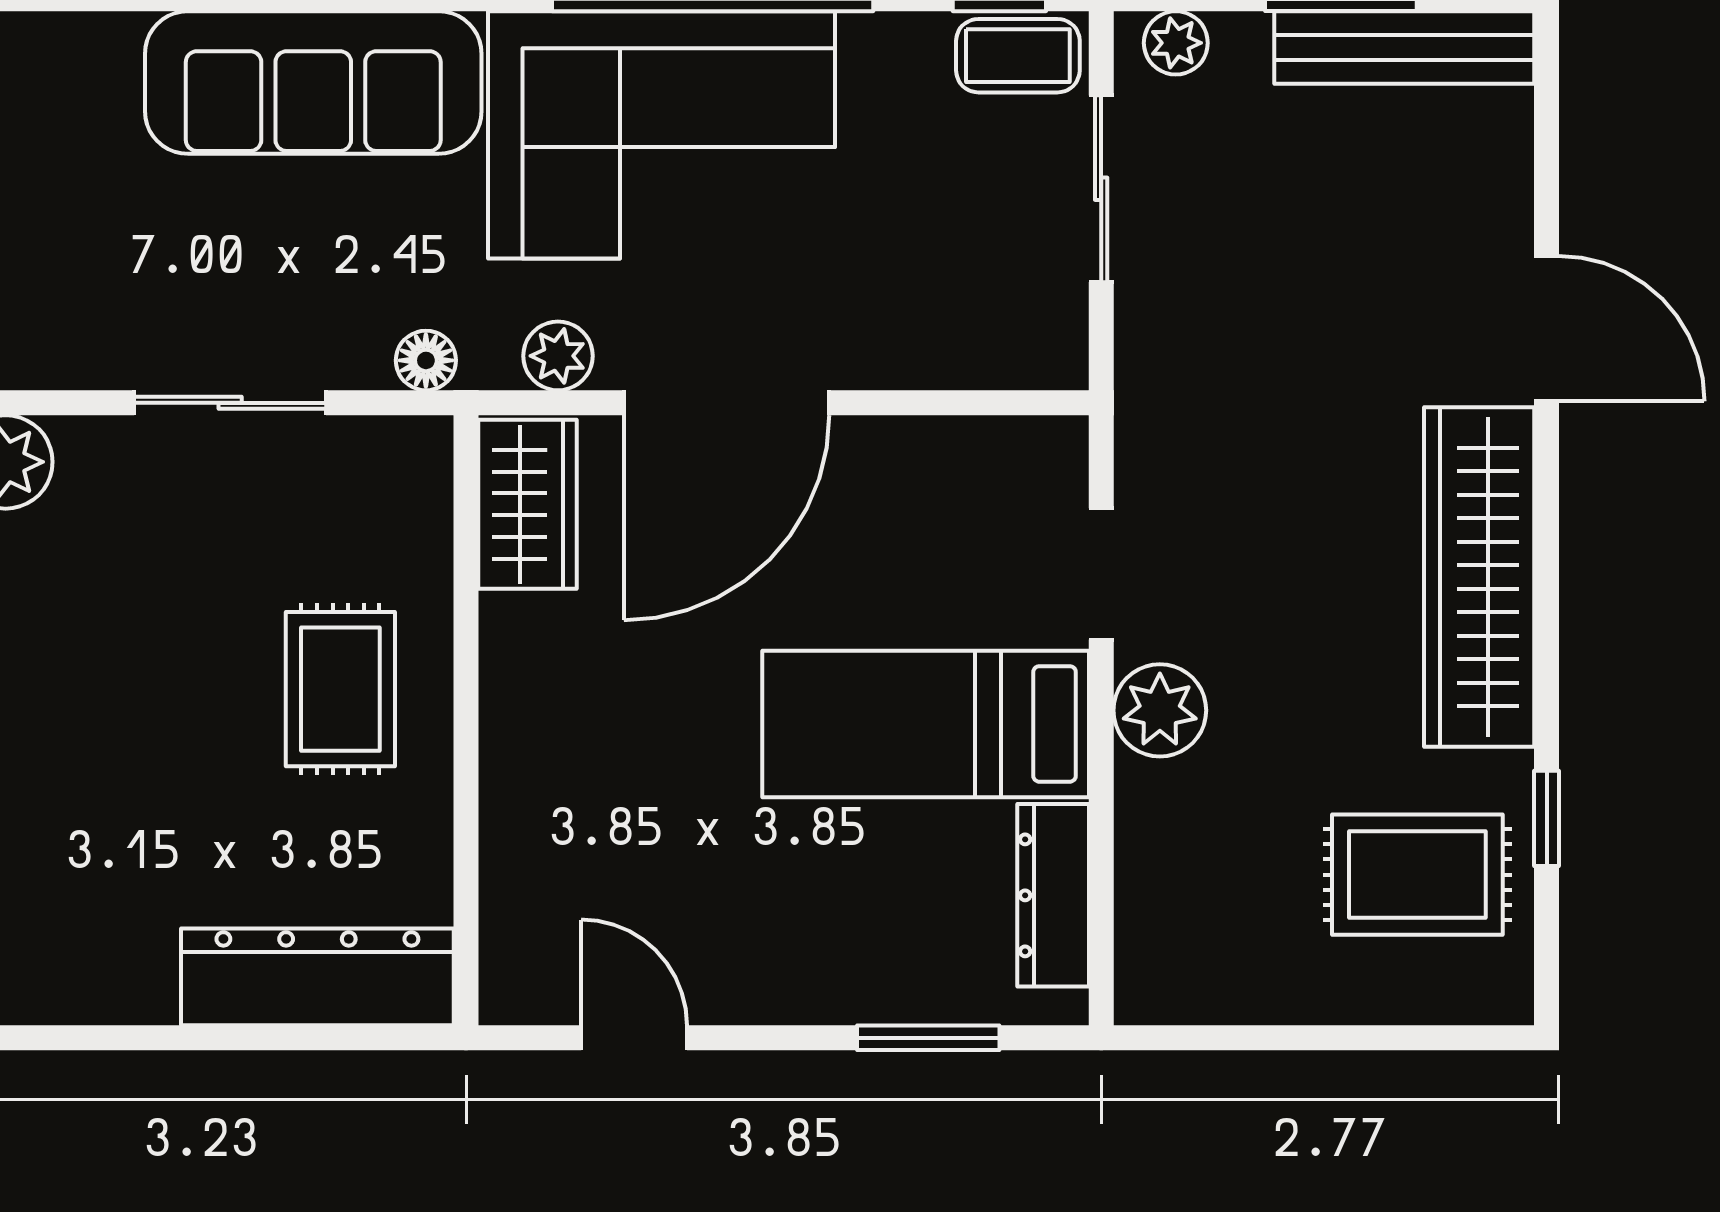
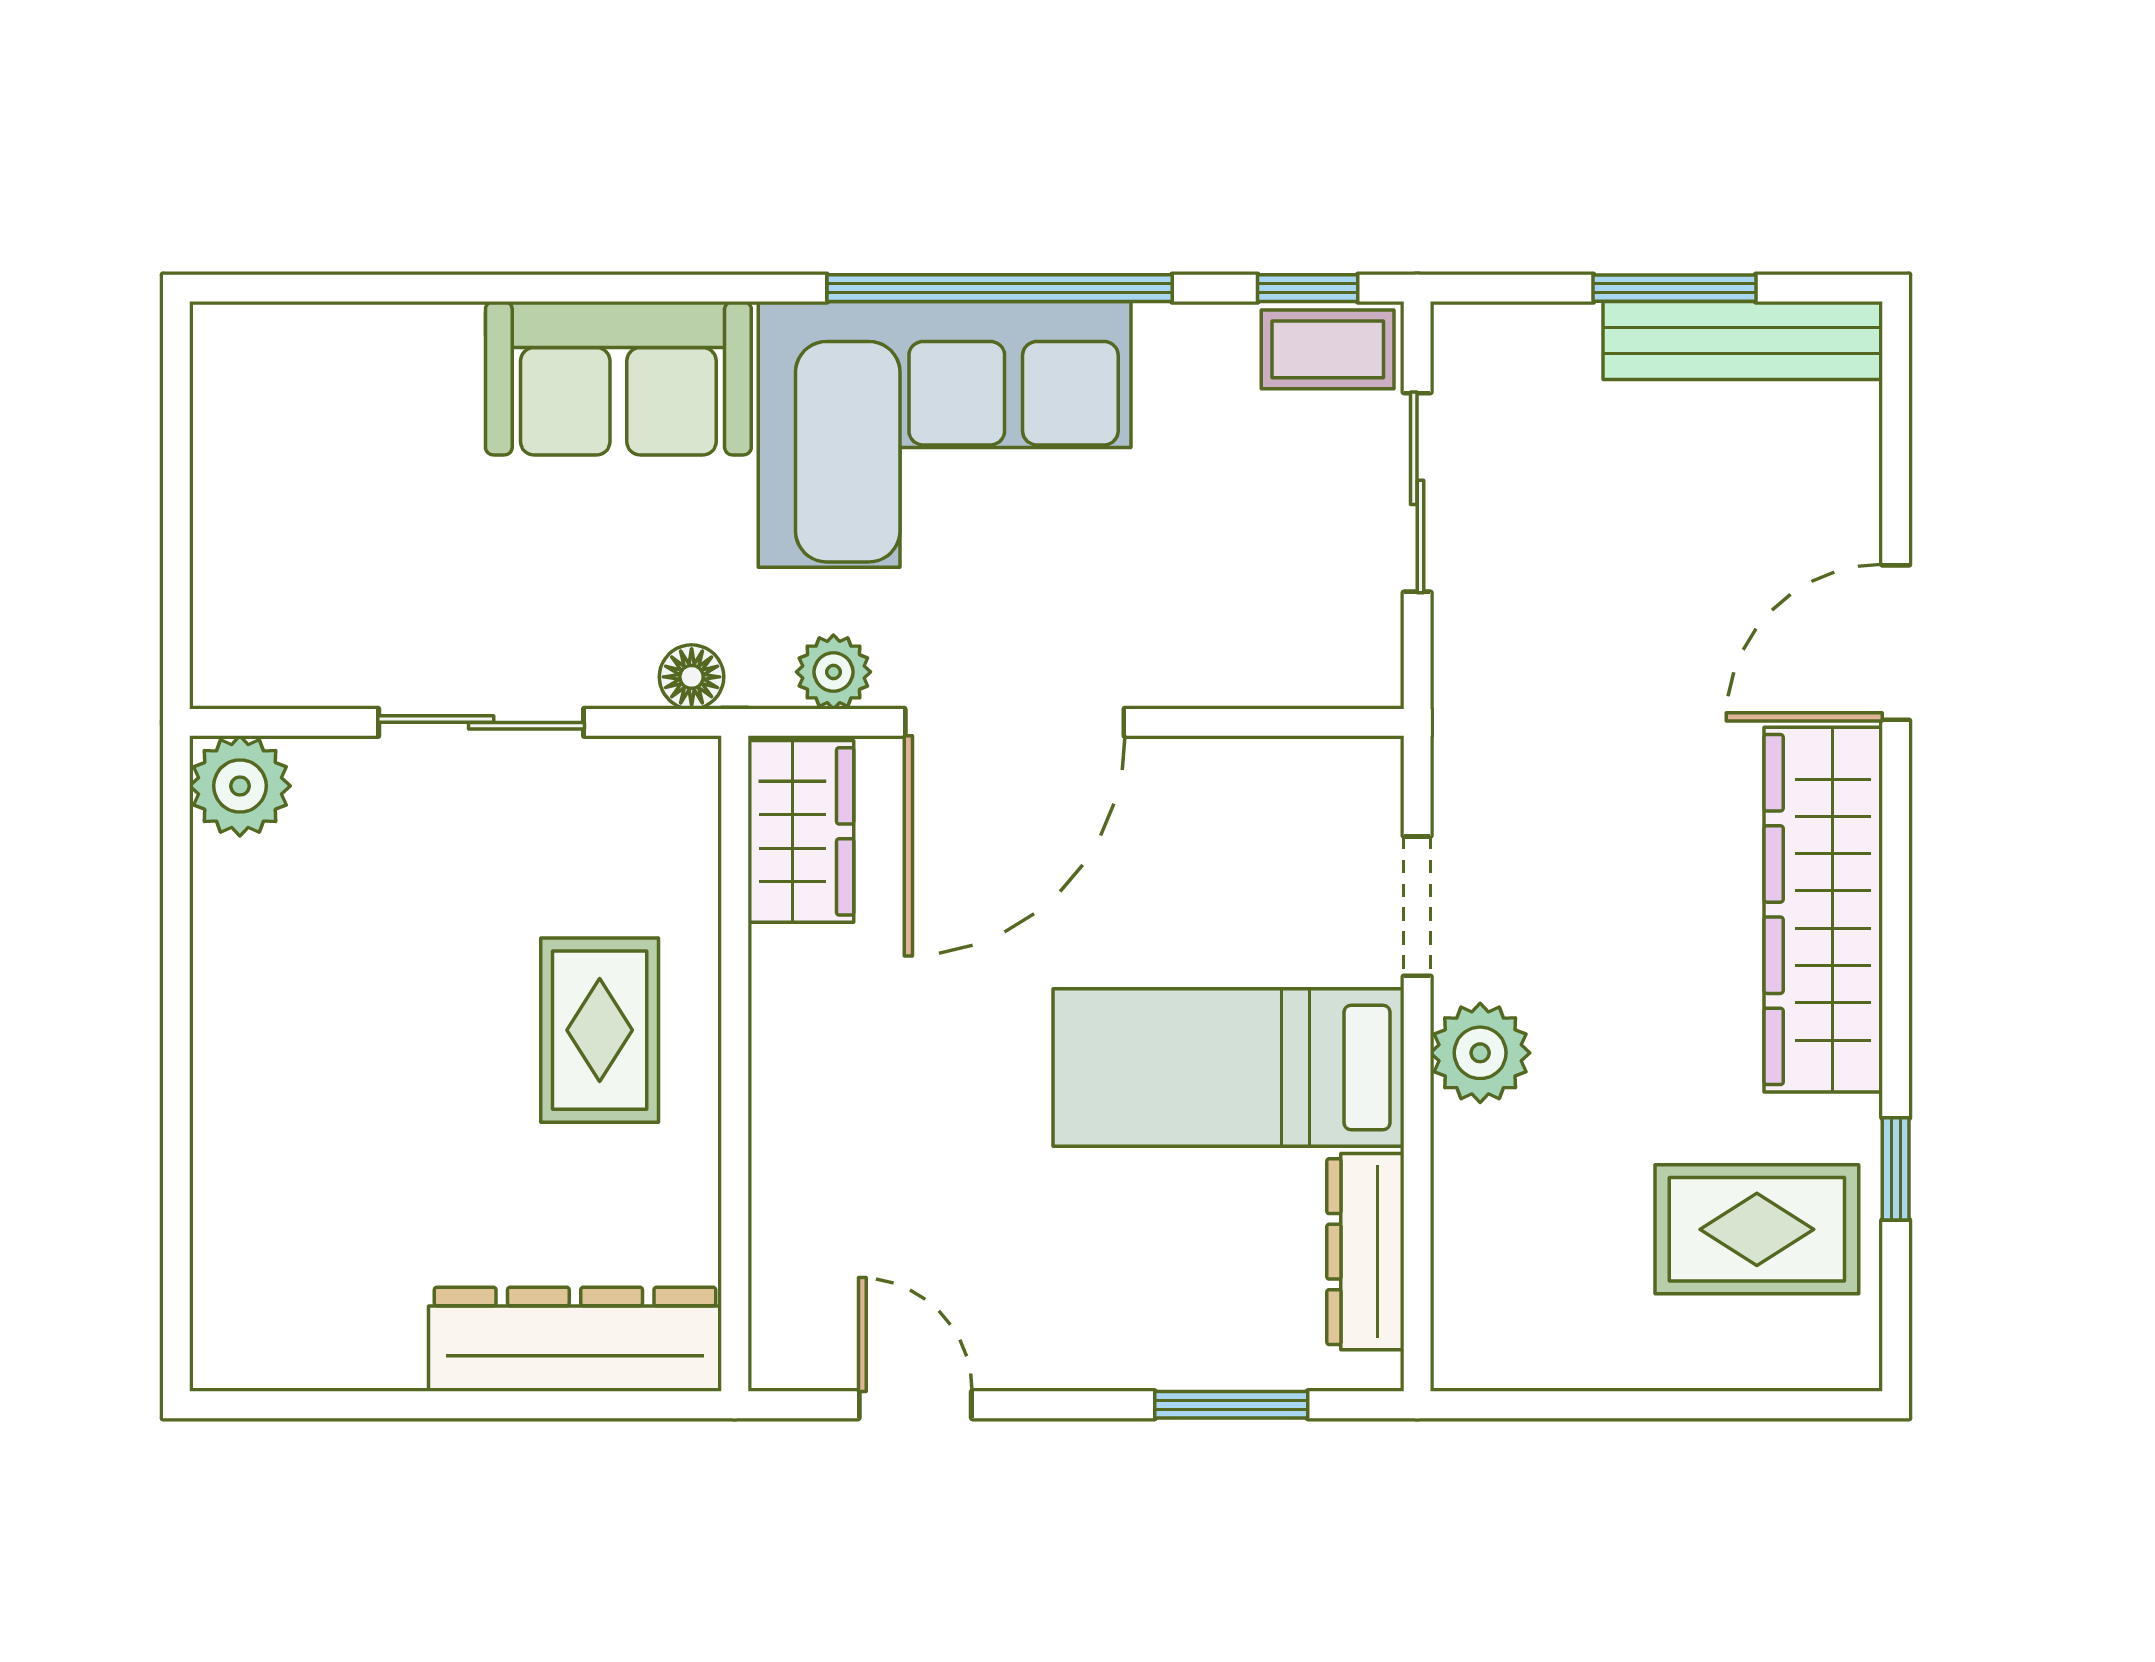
plant: (1176, 43) -> (1497, 336), removed
sofa: (313, 83) -> (618, 378), width x0.73
door: (1547, 329) -> (1896, 643), swing flipped

